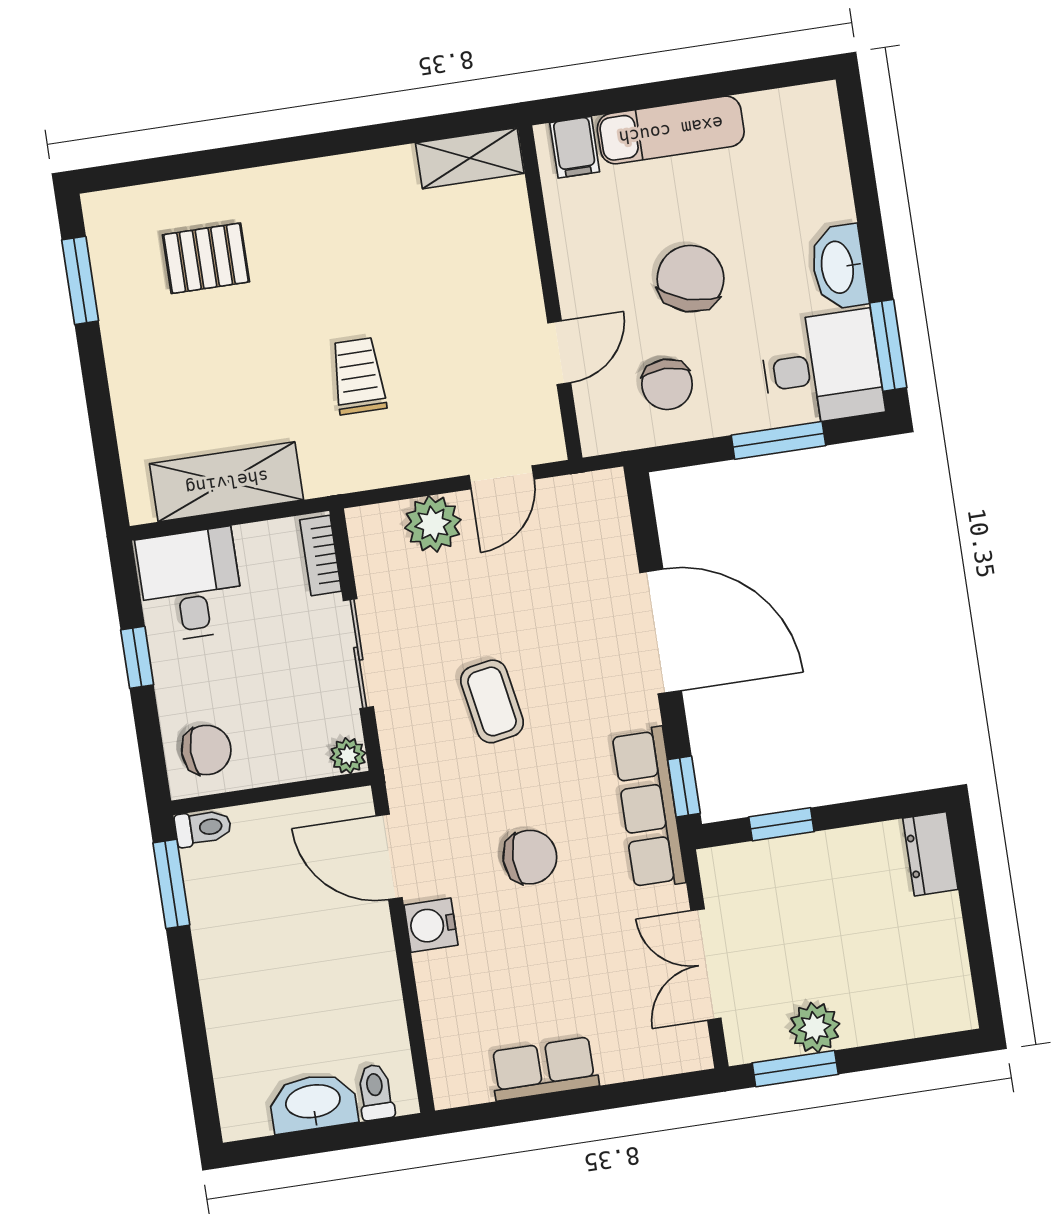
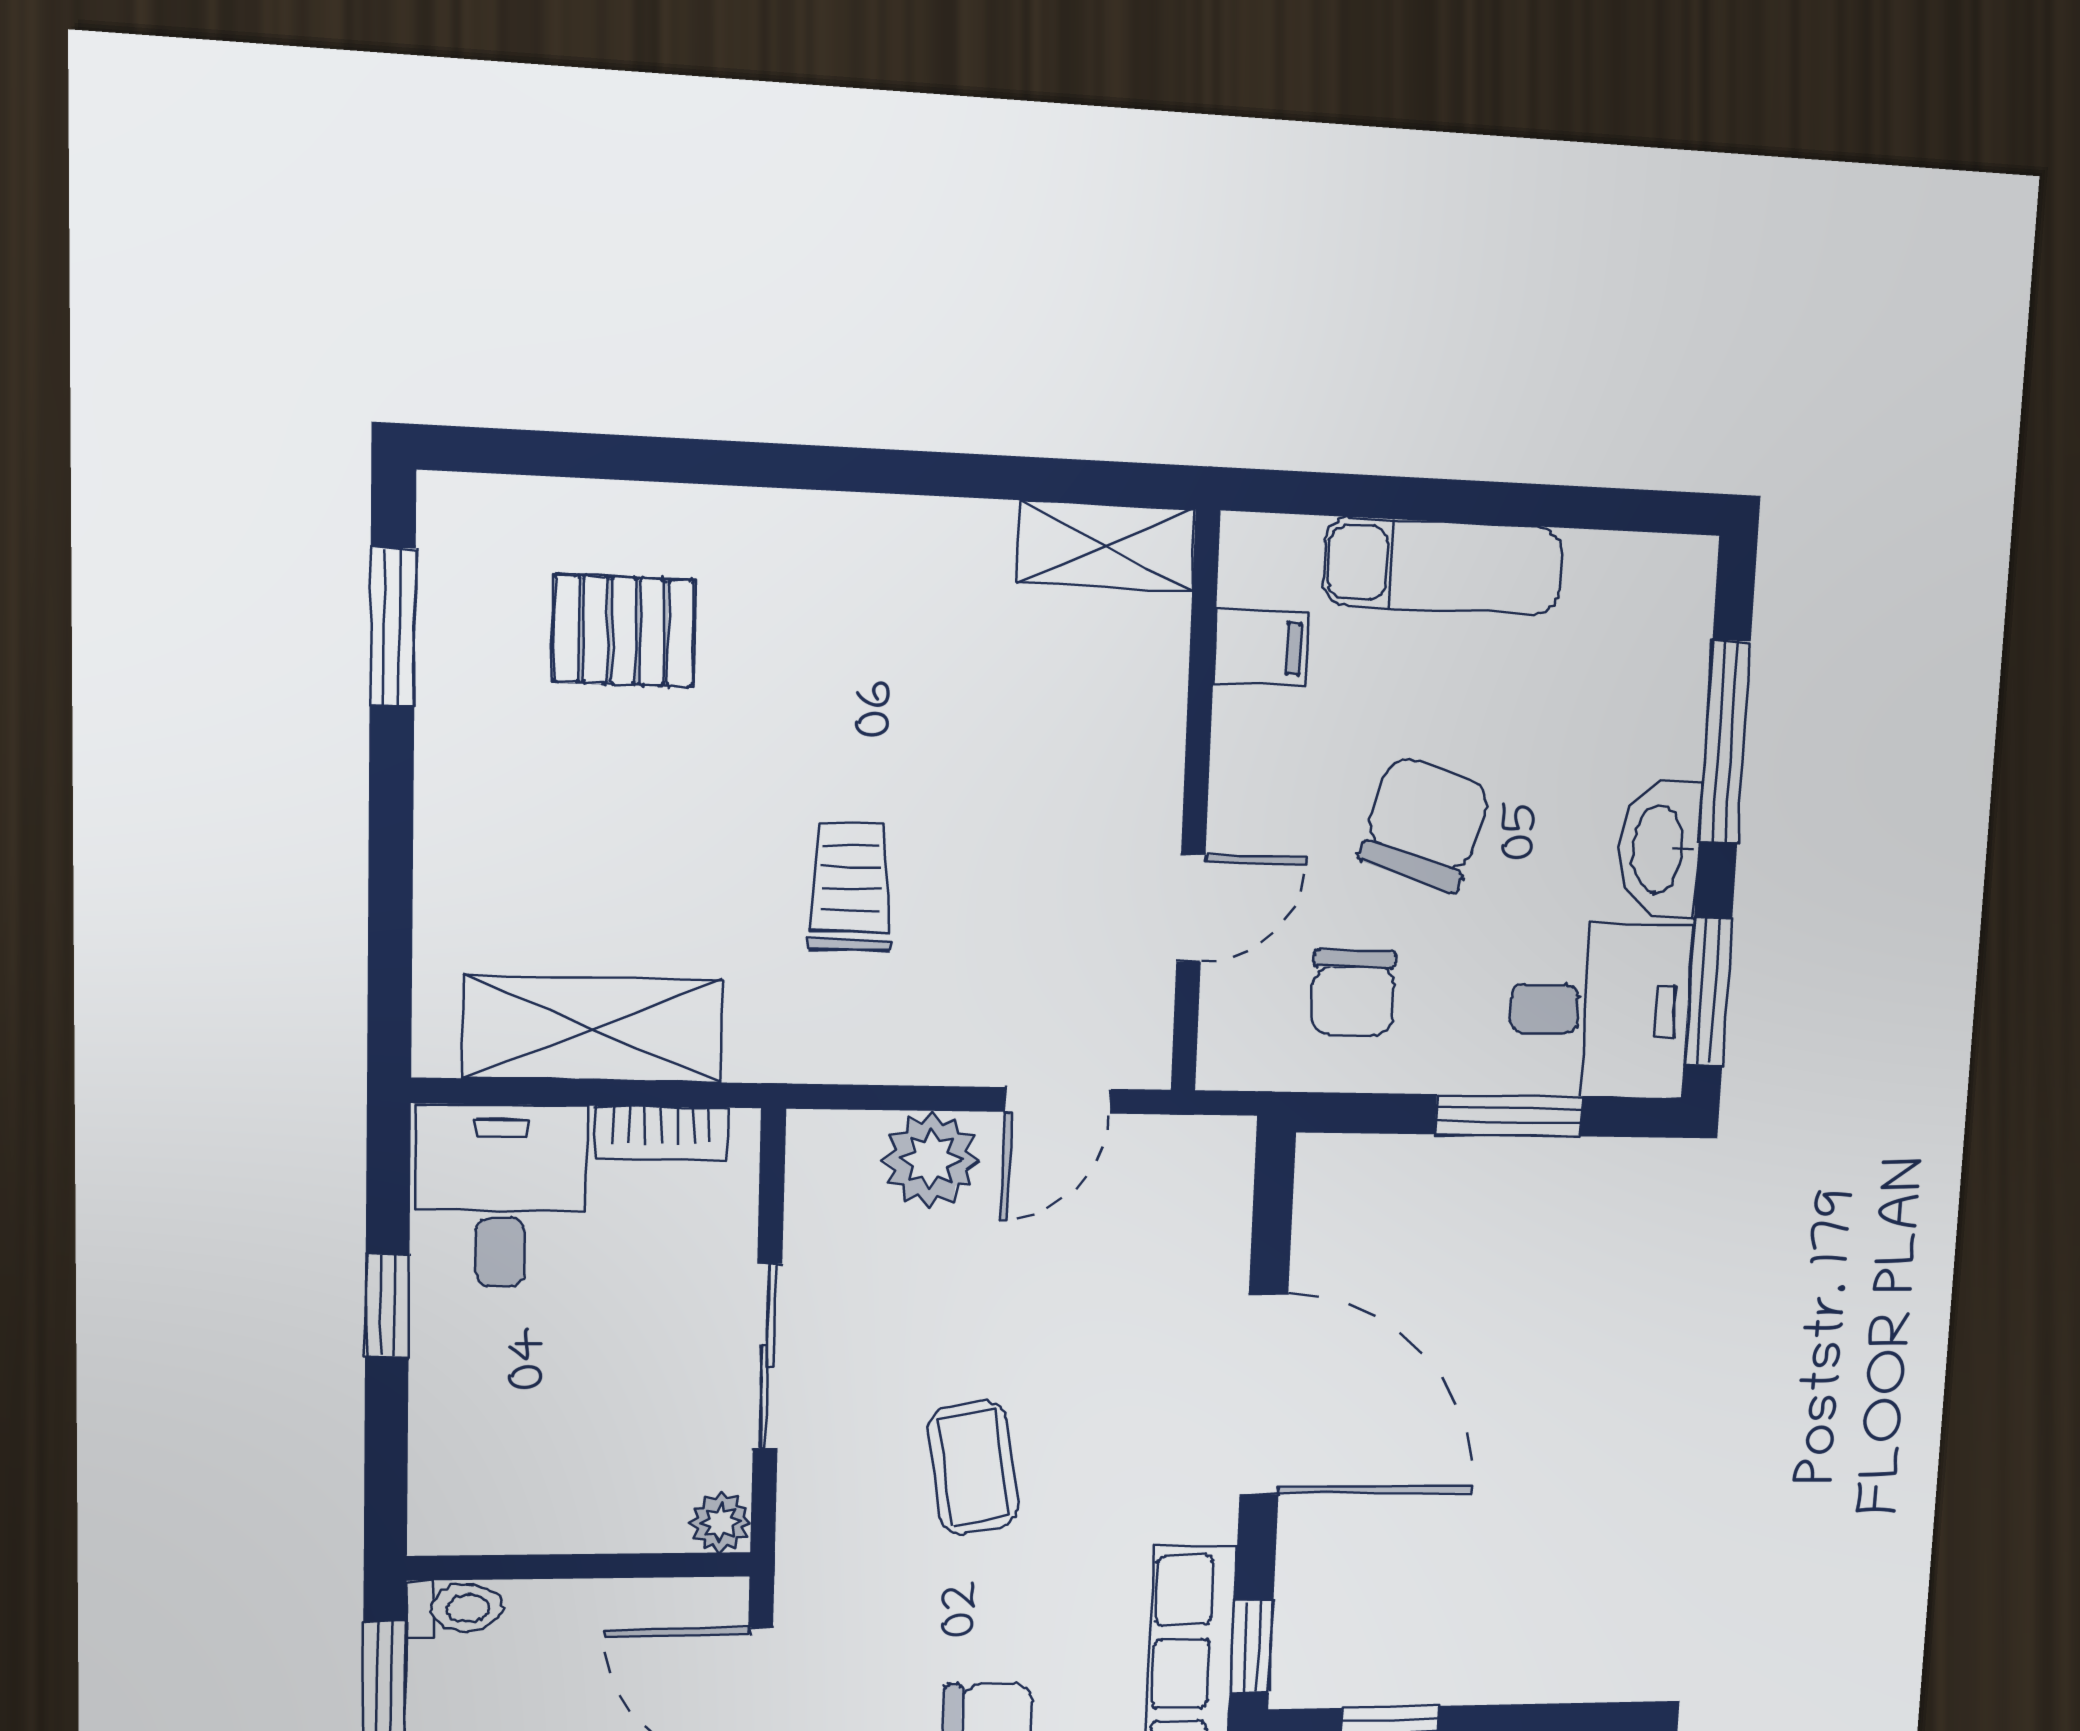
filing cabinet: (575, 147) -> (1261, 648), moved, turned -90
window: (866, 197) -> (1725, 742), added
bookcase: (321, 556) -> (661, 1133), moved, turned -90
chair: (206, 750) -> (482, 1479), removed

